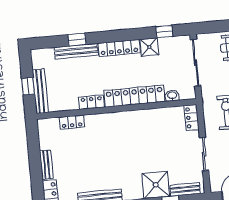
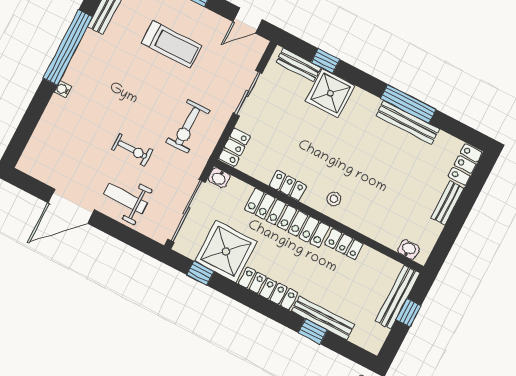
shower: (149, 47) -> (226, 251), width x1.86, depth x1.86
washbasin: (172, 96) -> (219, 178), moved
locker: (72, 122) -> (288, 186), moved
washbasin: (52, 123) -> (408, 249), added
stool: (114, 125) -> (334, 199), added

